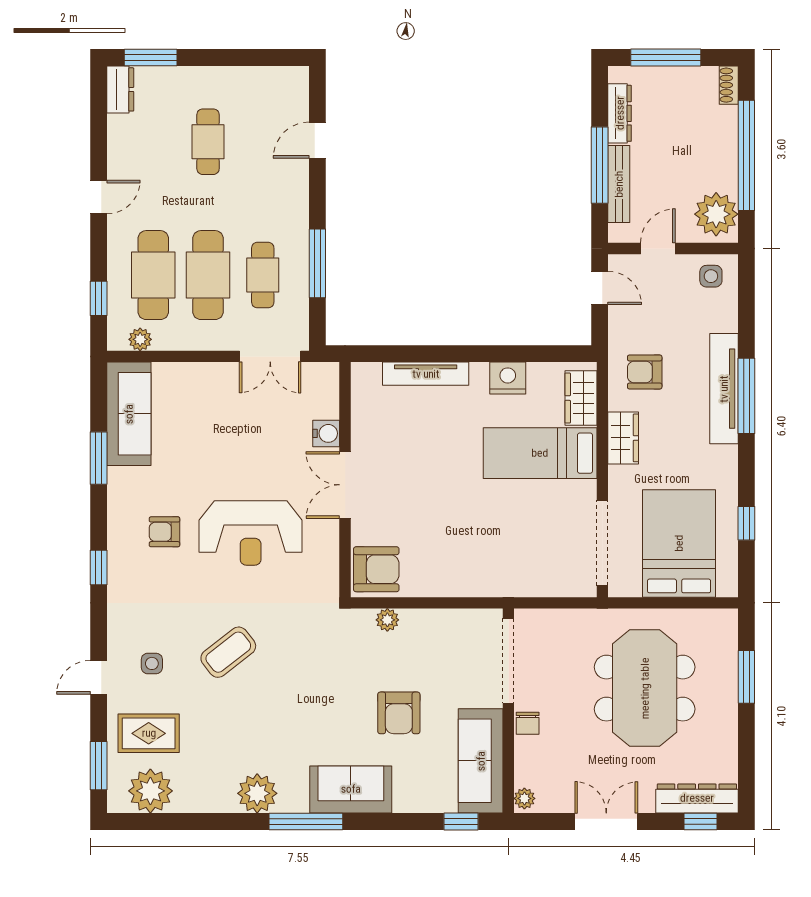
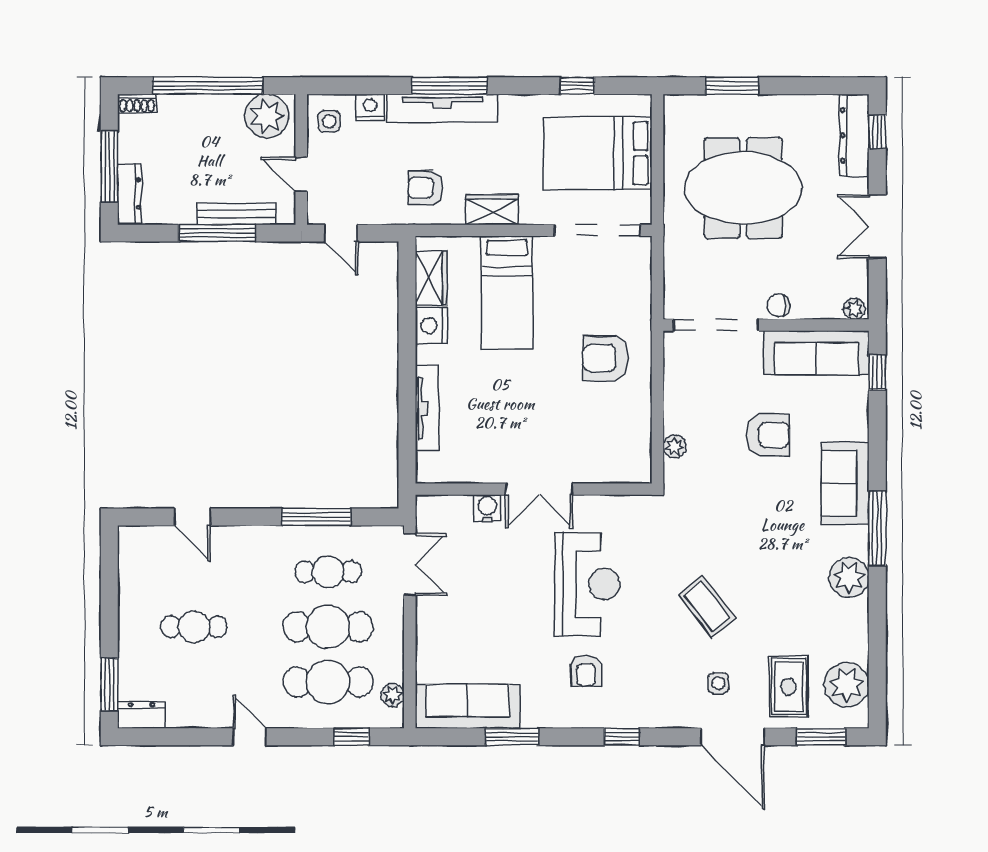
dresser: (620, 113) -> (129, 193), moved, turned 90
door: (600, 288) -> (341, 233), swing flipped
nightstand: (725, 317) -> (370, 107), added
armchair: (645, 372) -> (425, 188), turned 90
wardrobe: (581, 398) -> (431, 278), moved, turned -90
armchair: (376, 569) -> (606, 358), moved, turned -90
door: (99, 677) -> (732, 737), width x1.88
chair: (528, 723) -> (779, 305), turned 180

